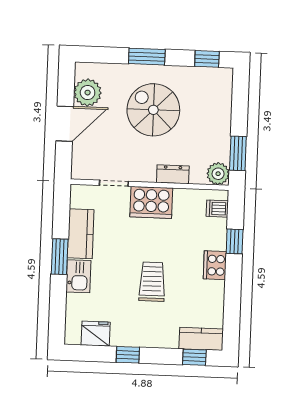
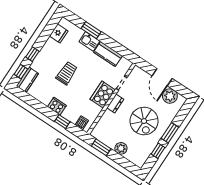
window: (207, 59) -> (158, 151), moved
spiral stairs: (153, 110) -> (144, 121), turned 90
dresser: (173, 174) -> (115, 103), moved
plant: (218, 174) -> (121, 148), moved
window: (60, 257) -> (91, 30), moved
trolley: (152, 282) -> (67, 73), turned -90
window: (128, 355) -> (32, 54), moved

